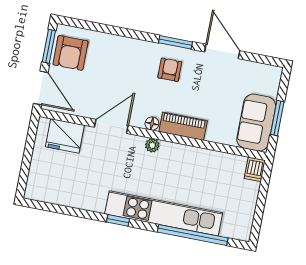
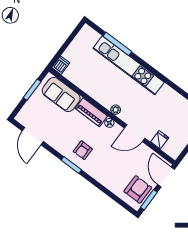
door: (222, 51) -> (33, 136), moved
sofa: (256, 123) -> (61, 94), moved, turned 90
fridge: (65, 136) -> (160, 140), width x0.53, depth x0.75
window: (118, 220) -> (158, 74), removed
window: (193, 235) -> (117, 44), width x0.68

